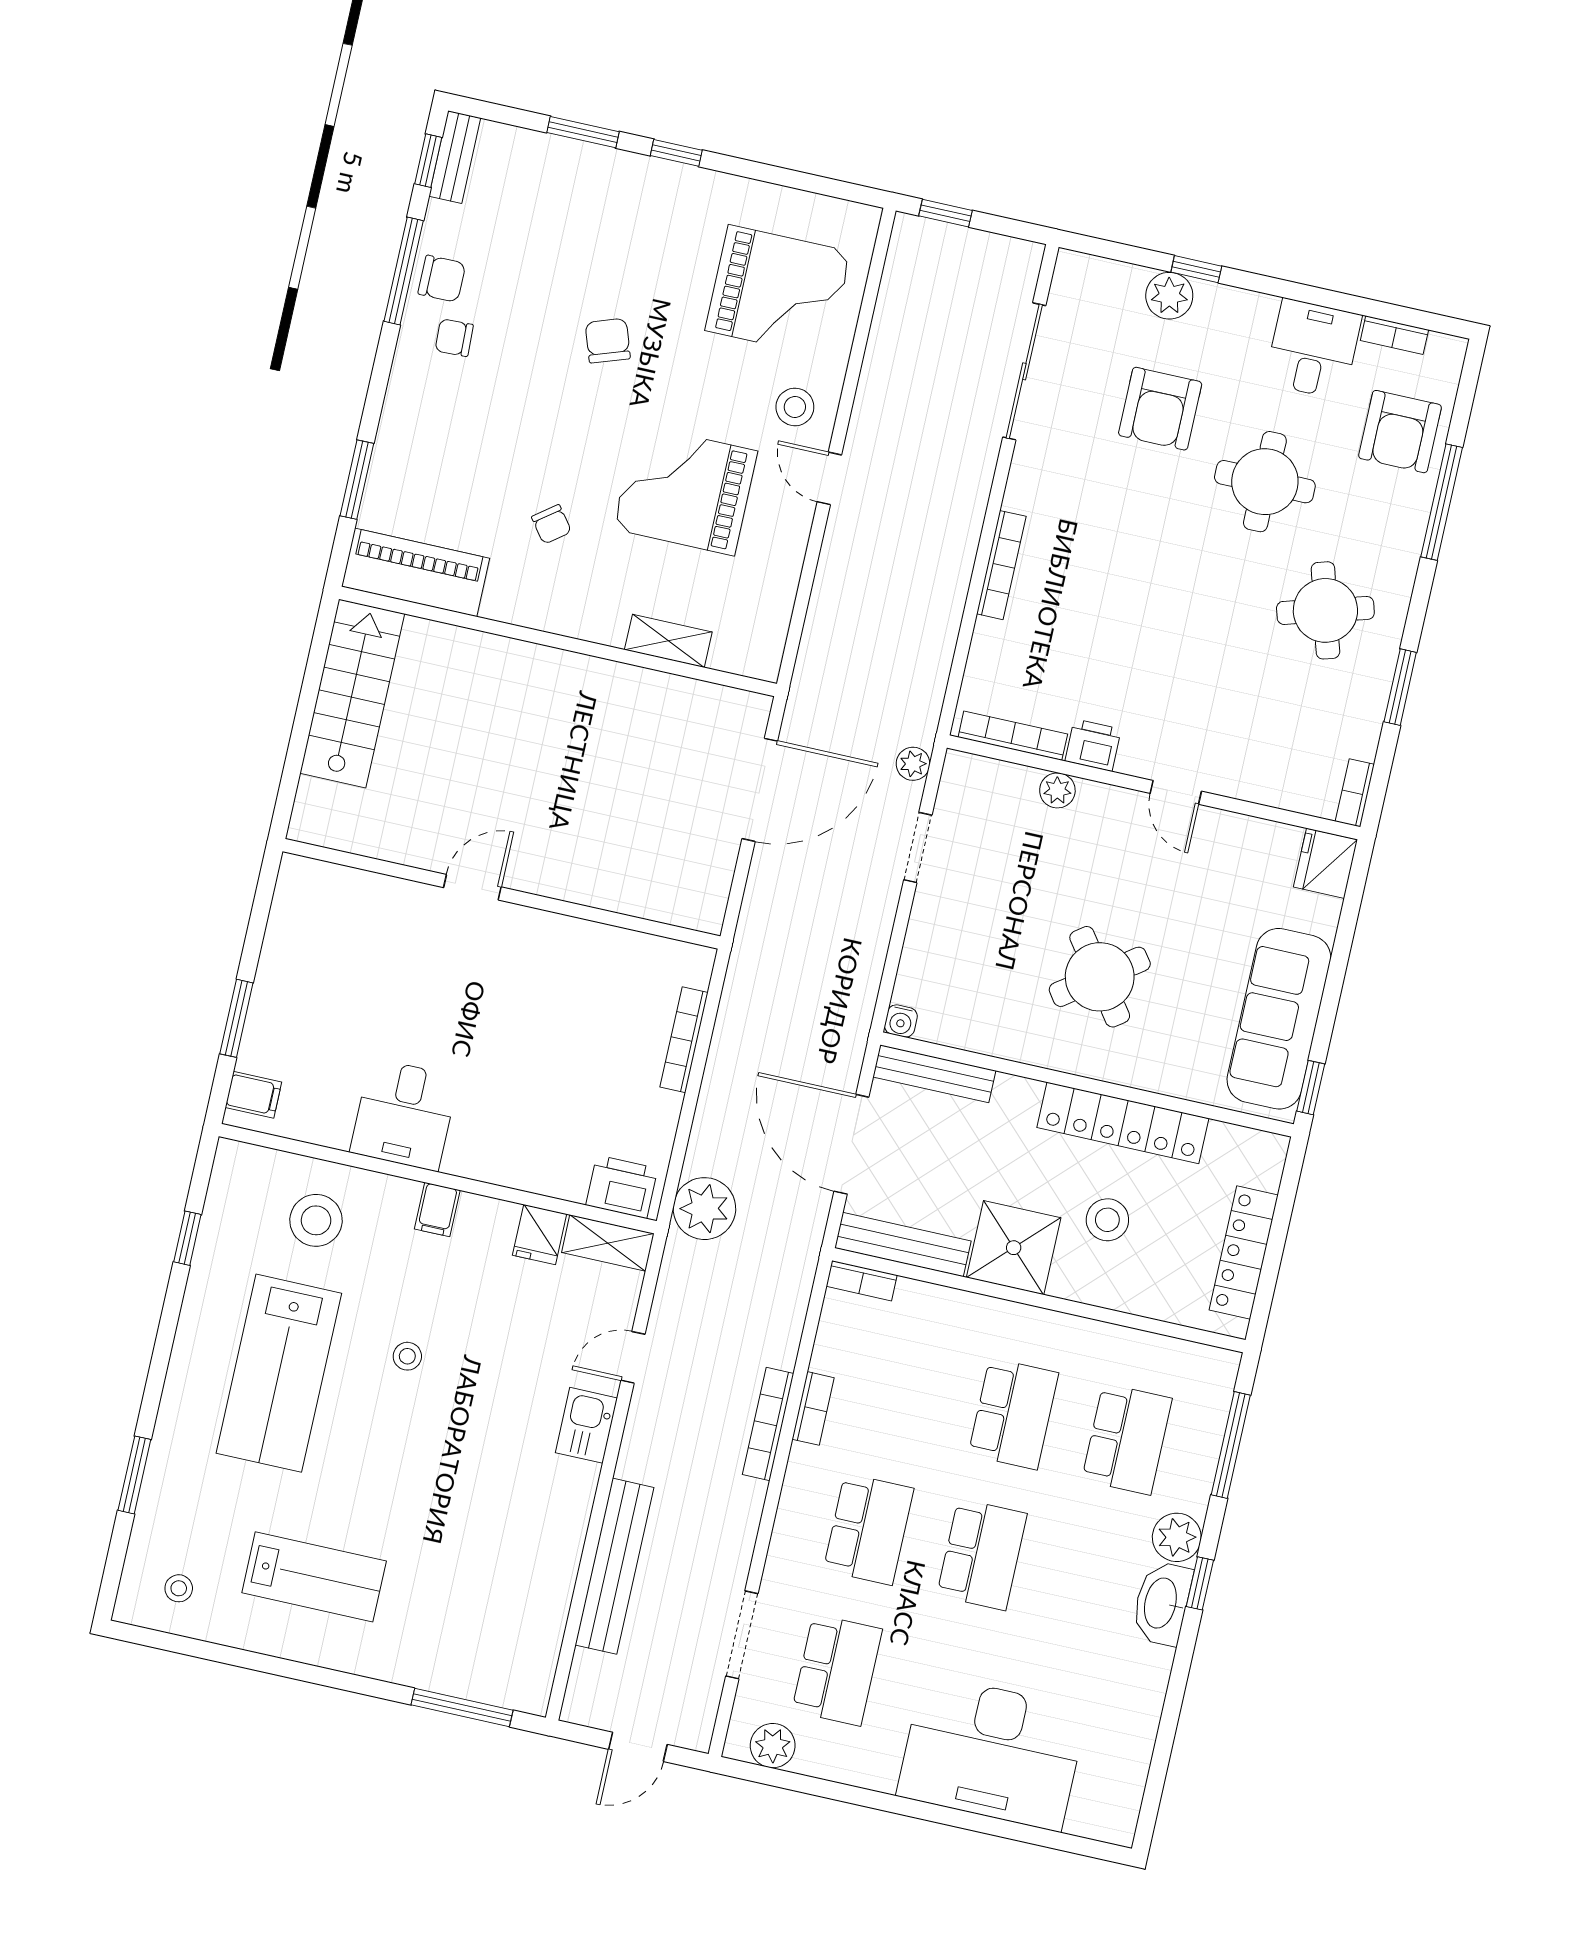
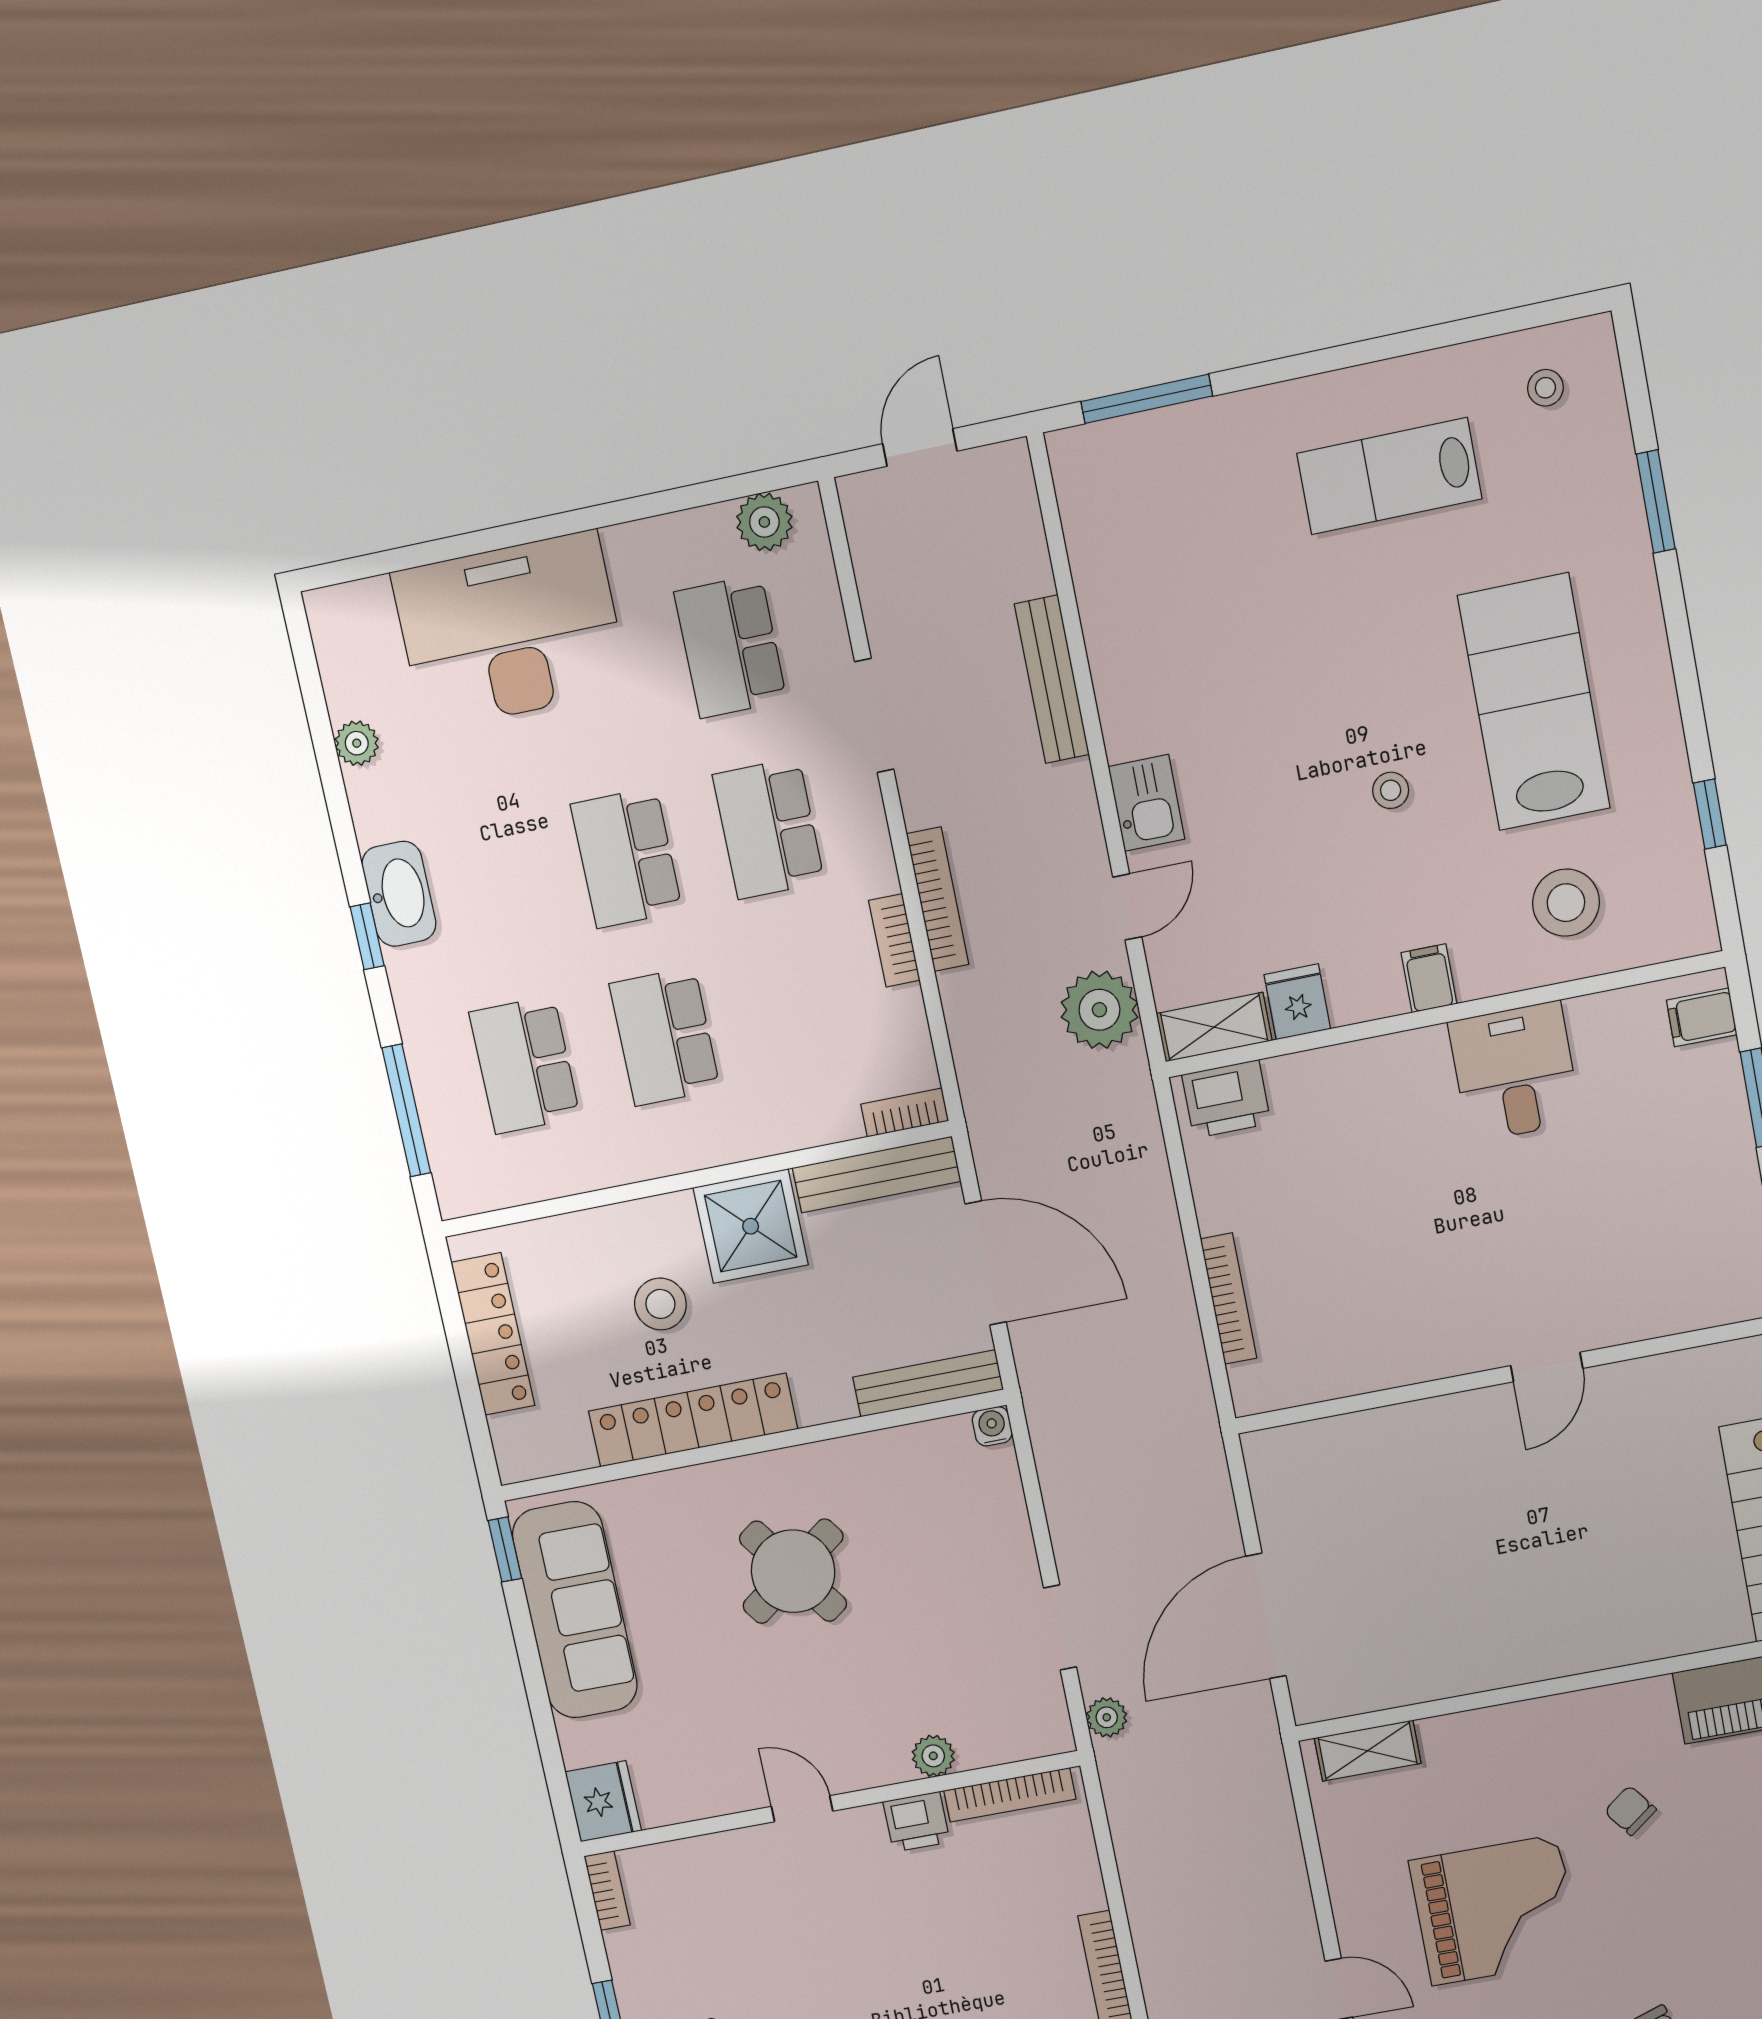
shelving: (668, 641) -> (1368, 1751), moved
plant: (704, 1209) -> (1099, 1010), moved
plant: (1177, 1537) -> (357, 743), moved, width x0.73, depth x0.73
bench: (614, 1566) -> (1052, 679), width x0.73, depth x0.82
doorway: (742, 1635) -> (874, 715), moved

